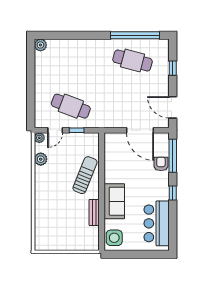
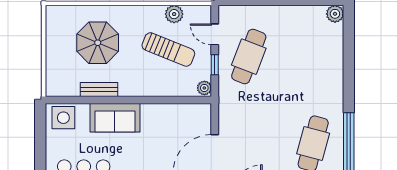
plant: (39, 138) -> (204, 88), moved
sun lounger: (85, 175) -> (168, 50), moved
parasol: (61, 213) -> (98, 43), added

